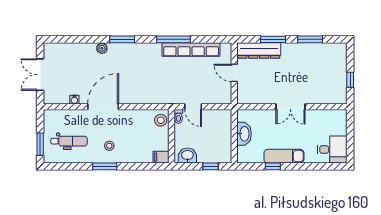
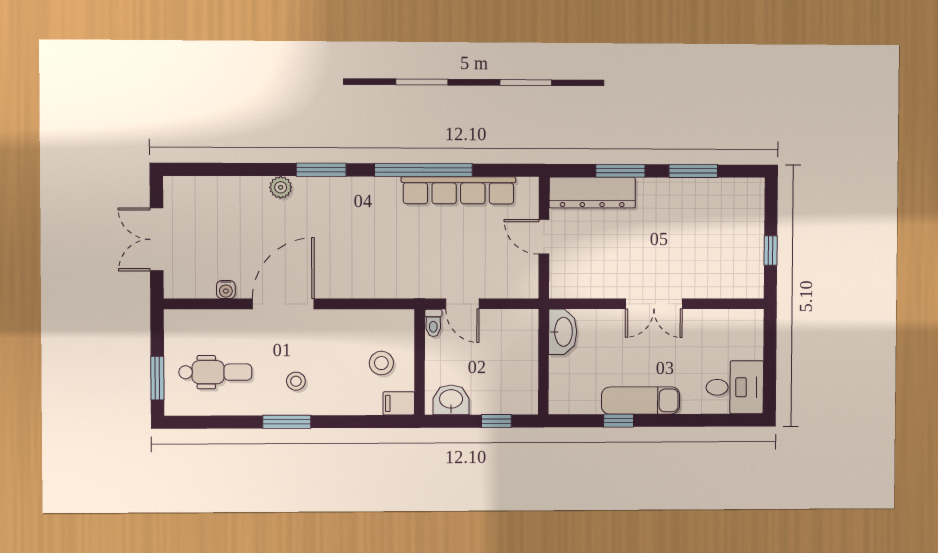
window: (173, 39) -> (423, 170), width x1.46
stool: (161, 120) -> (381, 363), moved
washbasin: (244, 134) -> (563, 332), moved

